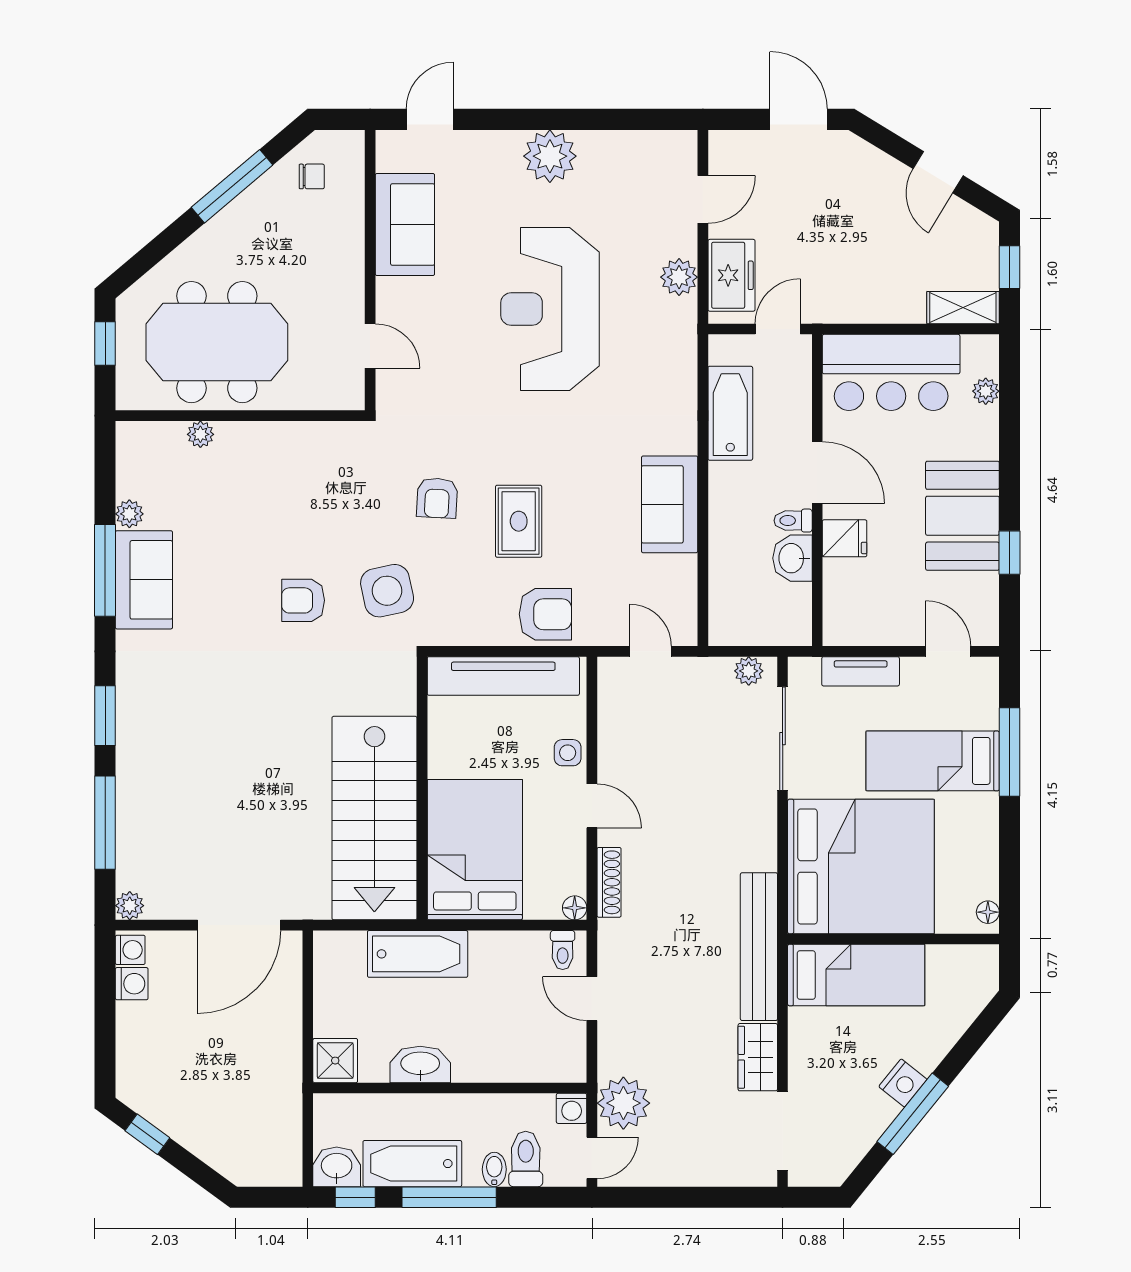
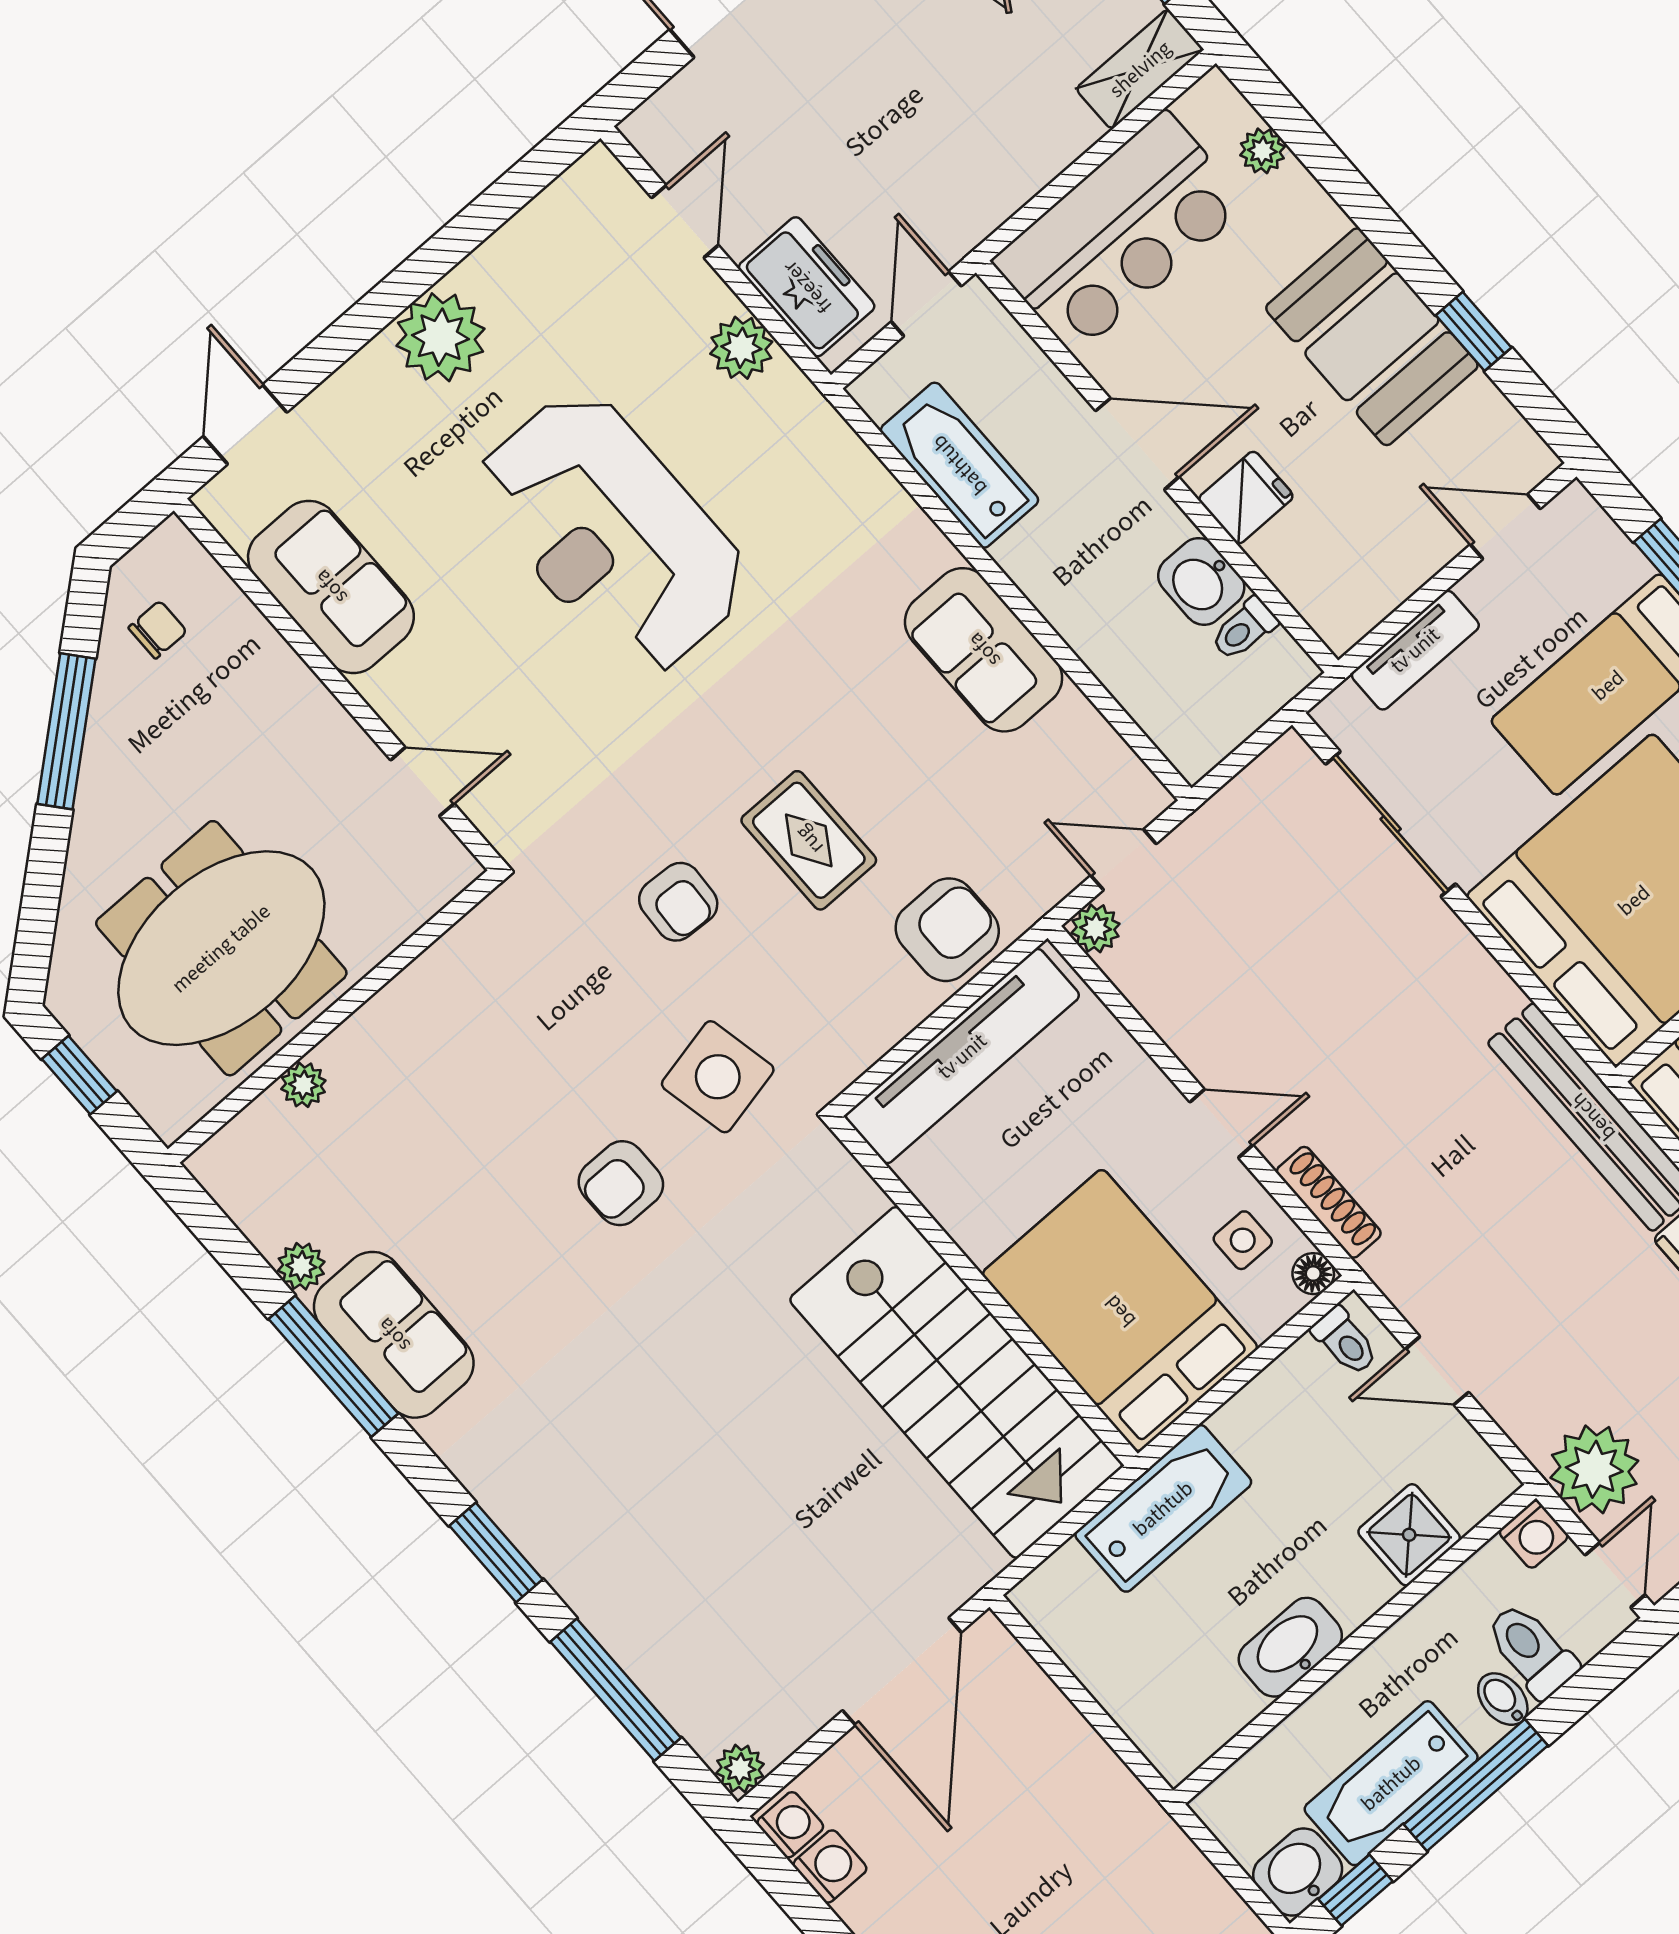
toilet: (793, 521) -> (1244, 629), moved
plant: (749, 671) -> (1095, 928), moved
side table: (568, 753) -> (1243, 1240), moved
shower: (335, 1061) -> (1409, 1535), moved

